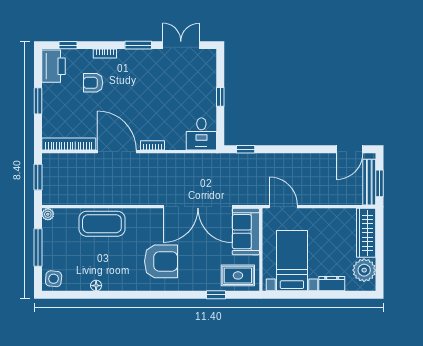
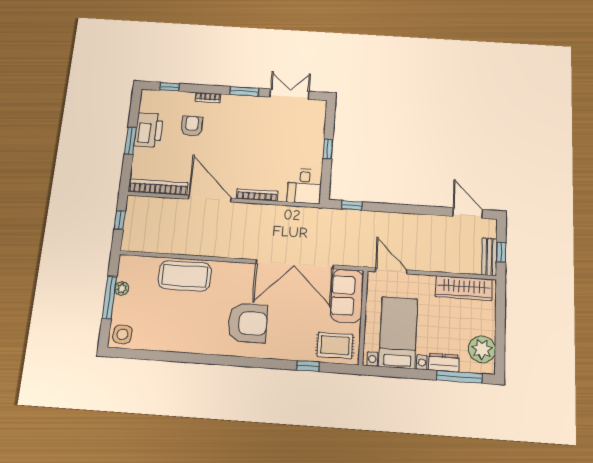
printer: (53, 66) -> (149, 130), moved
armchair: (93, 83) -> (192, 126), turned 90
bookcase: (153, 145) -> (257, 195), width x1.56
door: (349, 149) -> (468, 213), swing flipped
window: (38, 177) -> (120, 220), width x0.67
bench: (369, 182) -> (489, 257), width x0.73
window: (380, 183) -> (501, 252), width x0.67
plant: (48, 214) -> (122, 289), moved
wardrobe: (366, 233) -> (464, 288), moved, turned -90
floor lamp: (96, 286) -> (170, 346), removed
window: (345, 295) -> (459, 377), added

